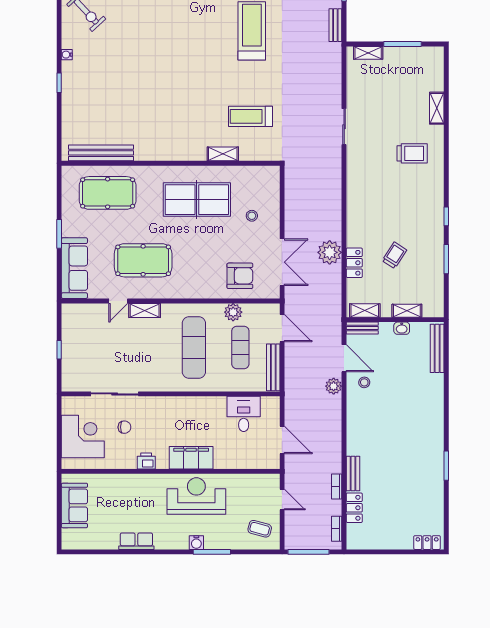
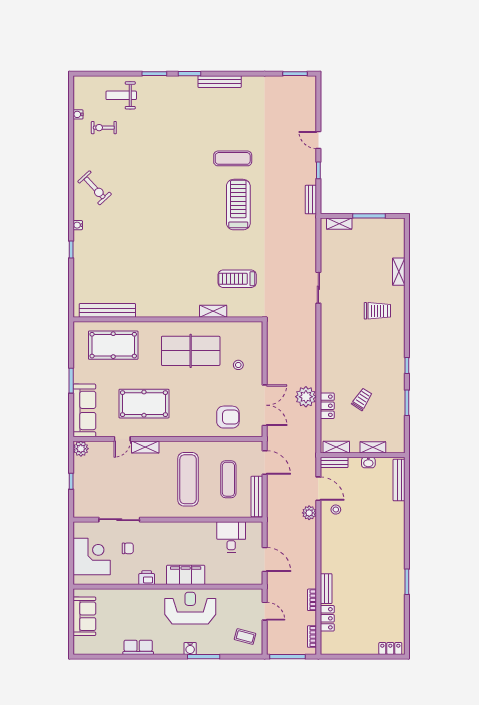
plant: (233, 312) -> (81, 449), moved

